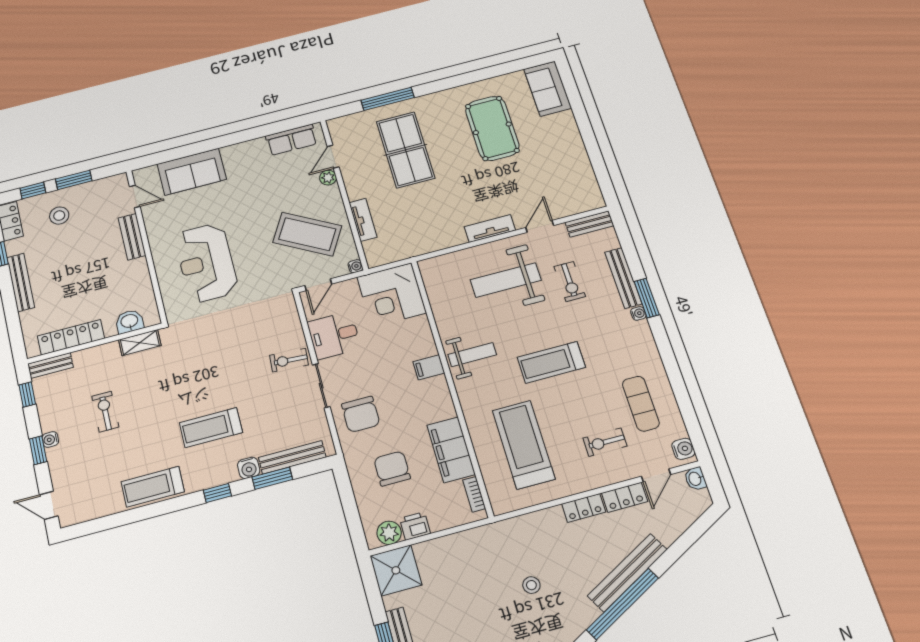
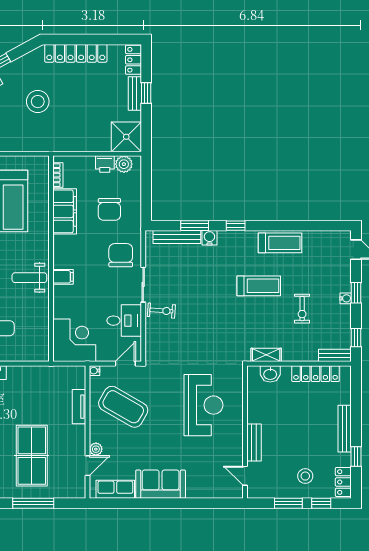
sofa: (192, 172) -> (161, 484), moved
treadmill: (211, 428) -> (259, 286), moved
stool: (531, 585) -> (38, 102), width x1.89, depth x1.89

